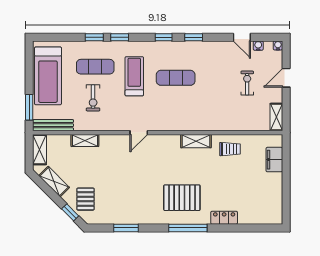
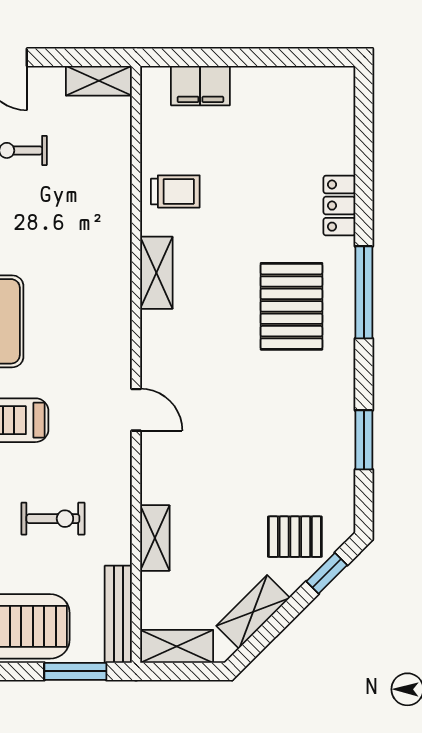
trolley: (230, 149) -> (175, 191), turned 90

